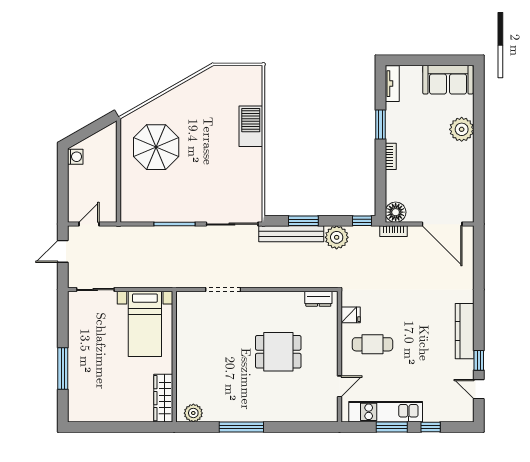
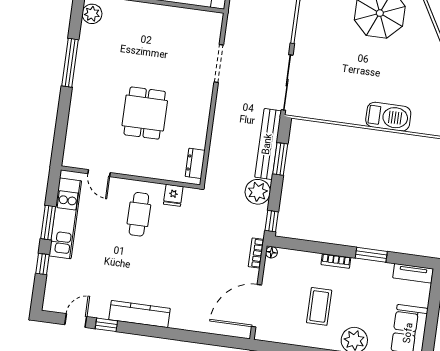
coffee table: (435, 166) -> (319, 306), added
floor lamp: (396, 212) -> (271, 252), width x0.53, depth x0.53

